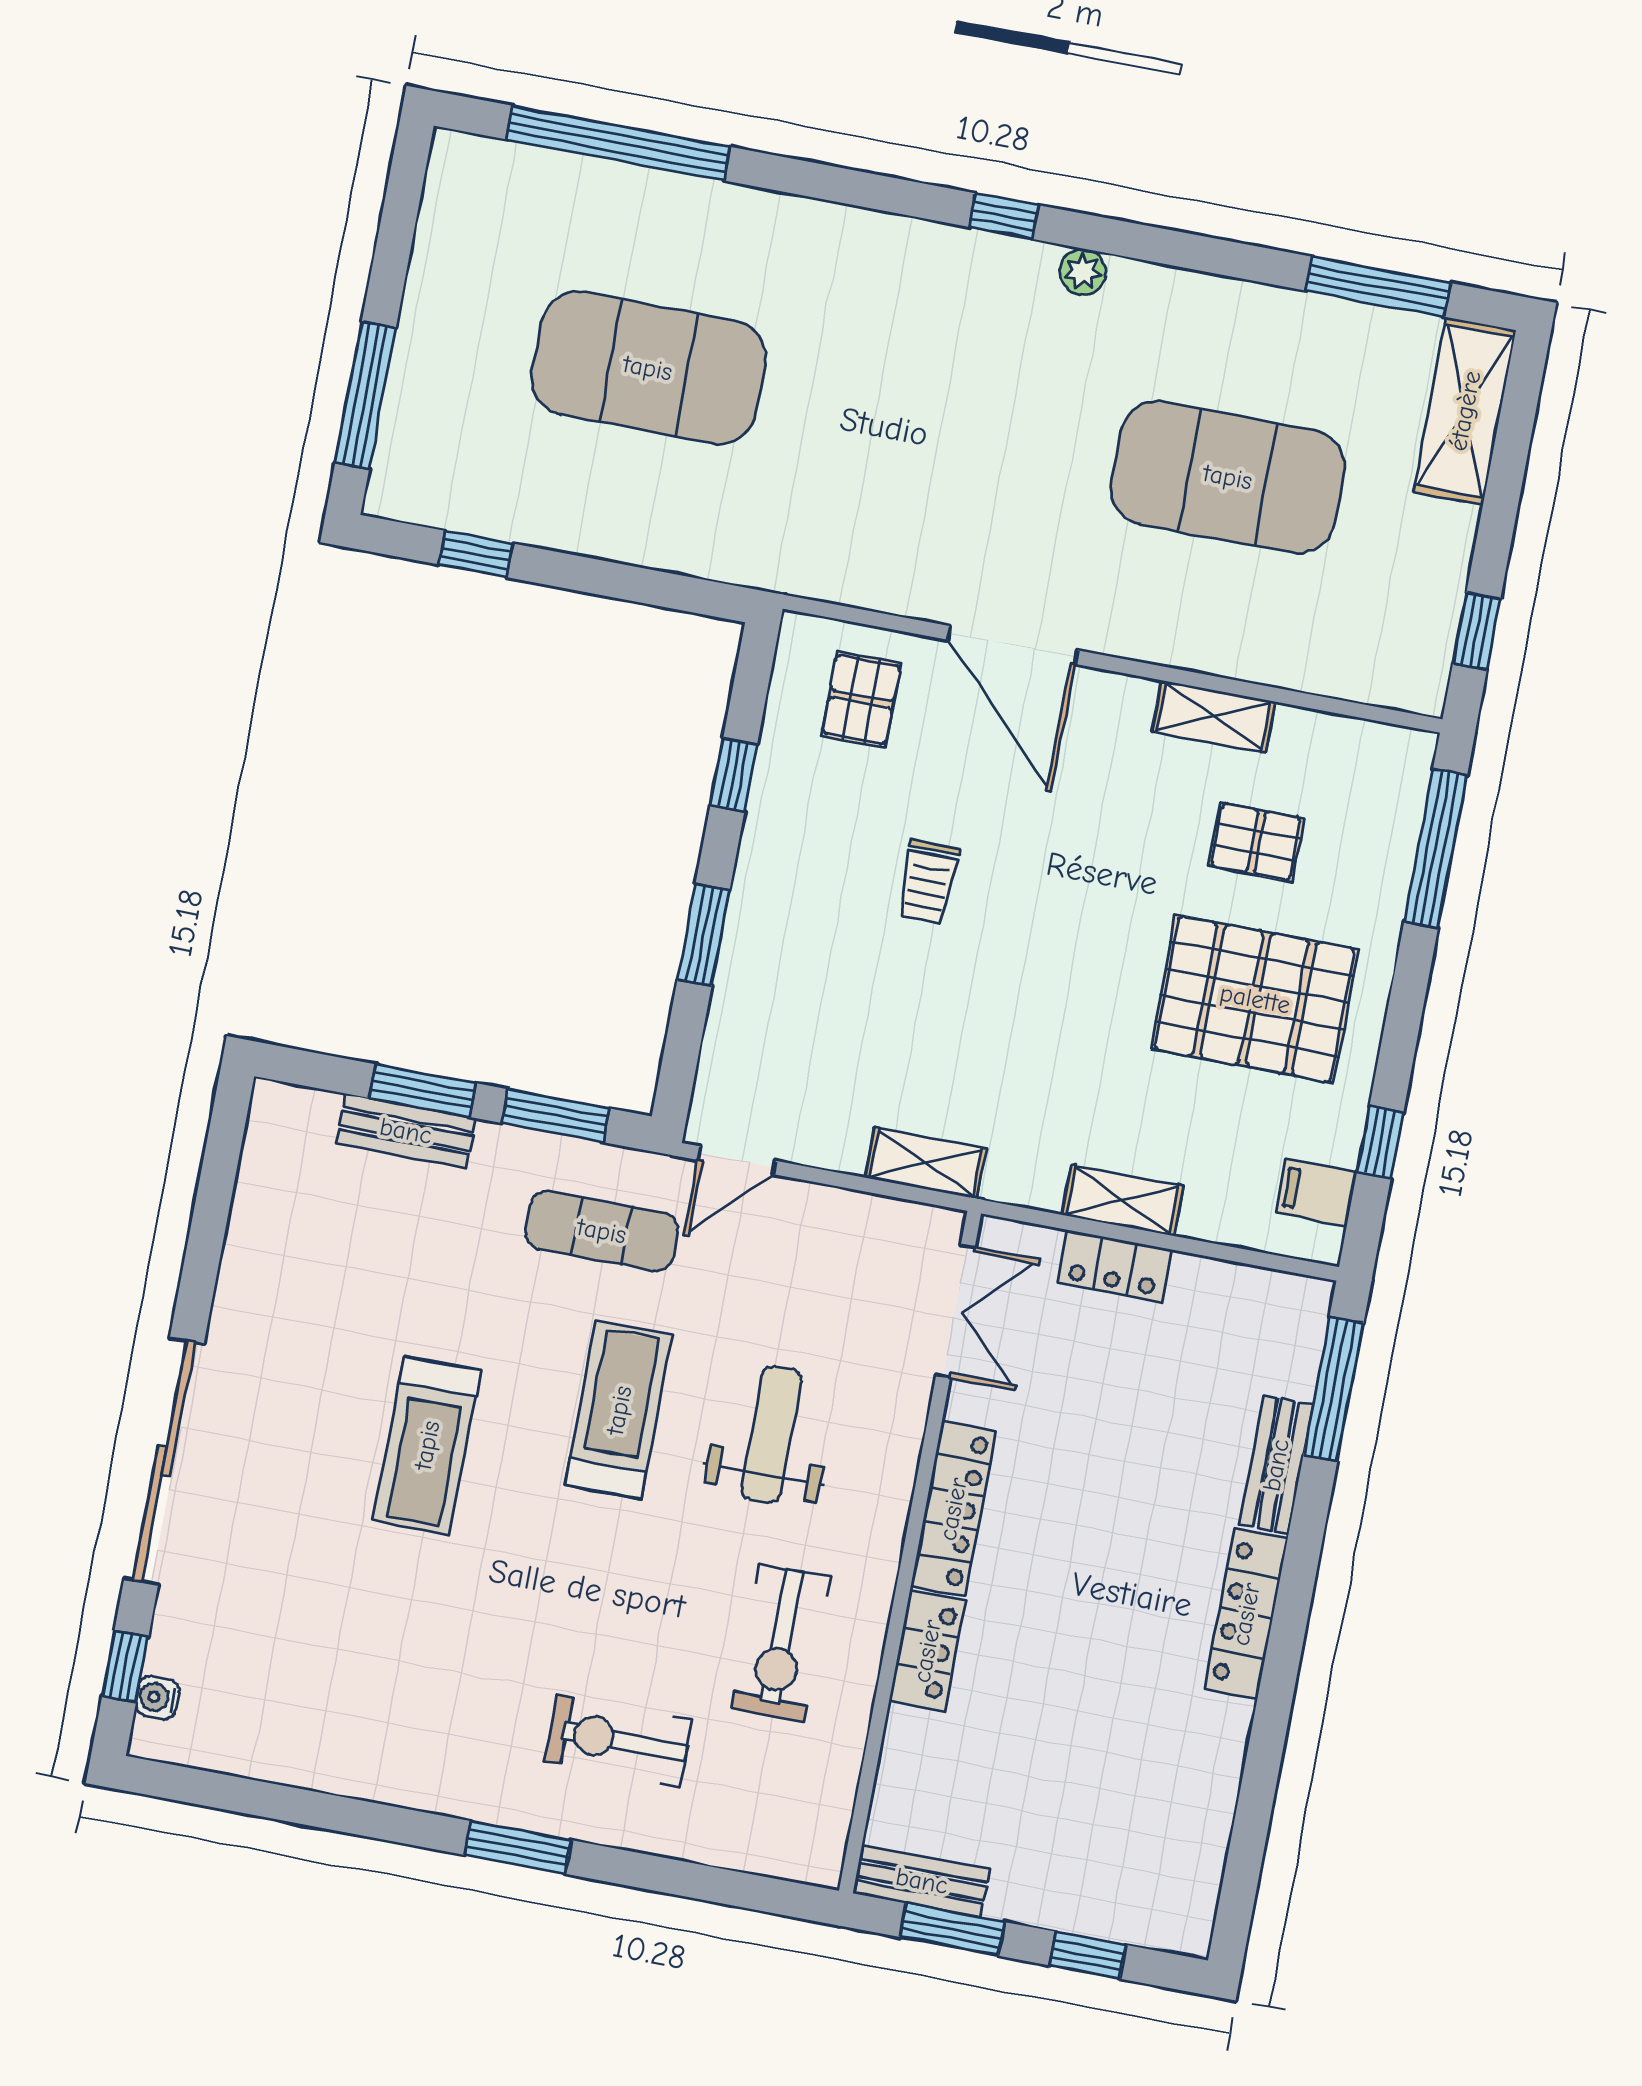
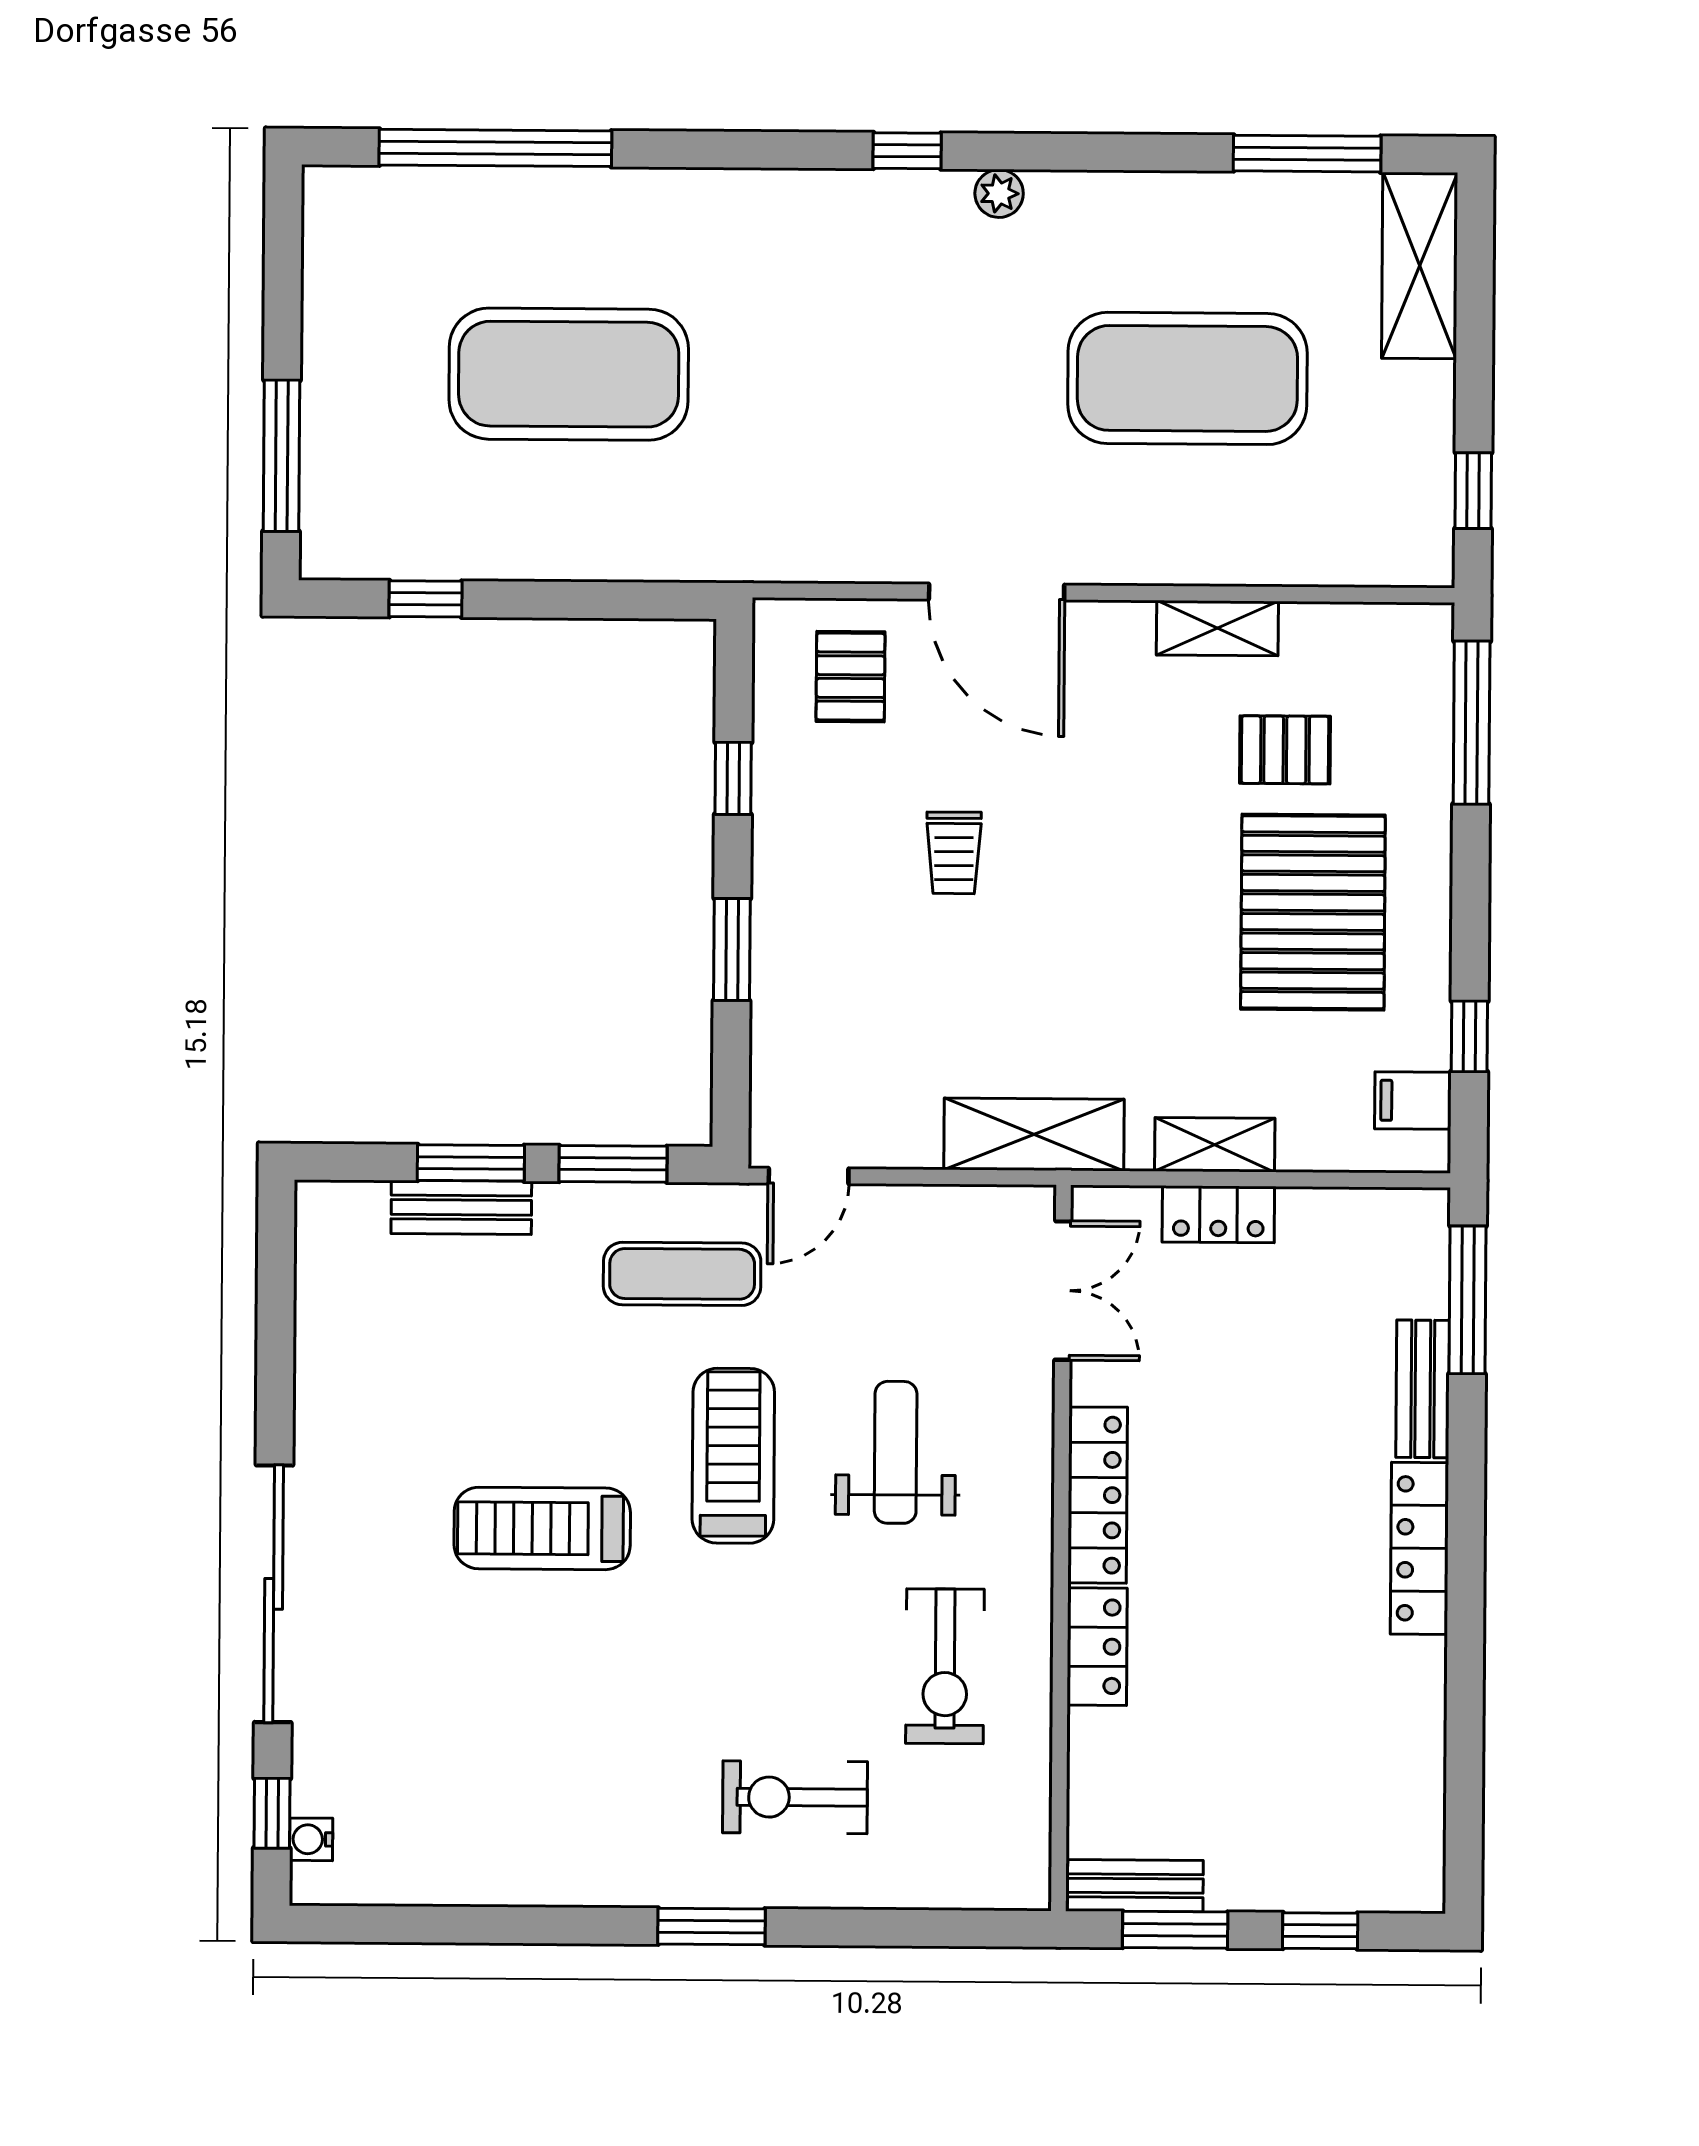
pallet: (1255, 999) -> (1313, 912), turned 90
shelving: (926, 1163) -> (1034, 1134), width x1.50, depth x1.33
treadmill: (427, 1445) -> (542, 1528), turned 90

